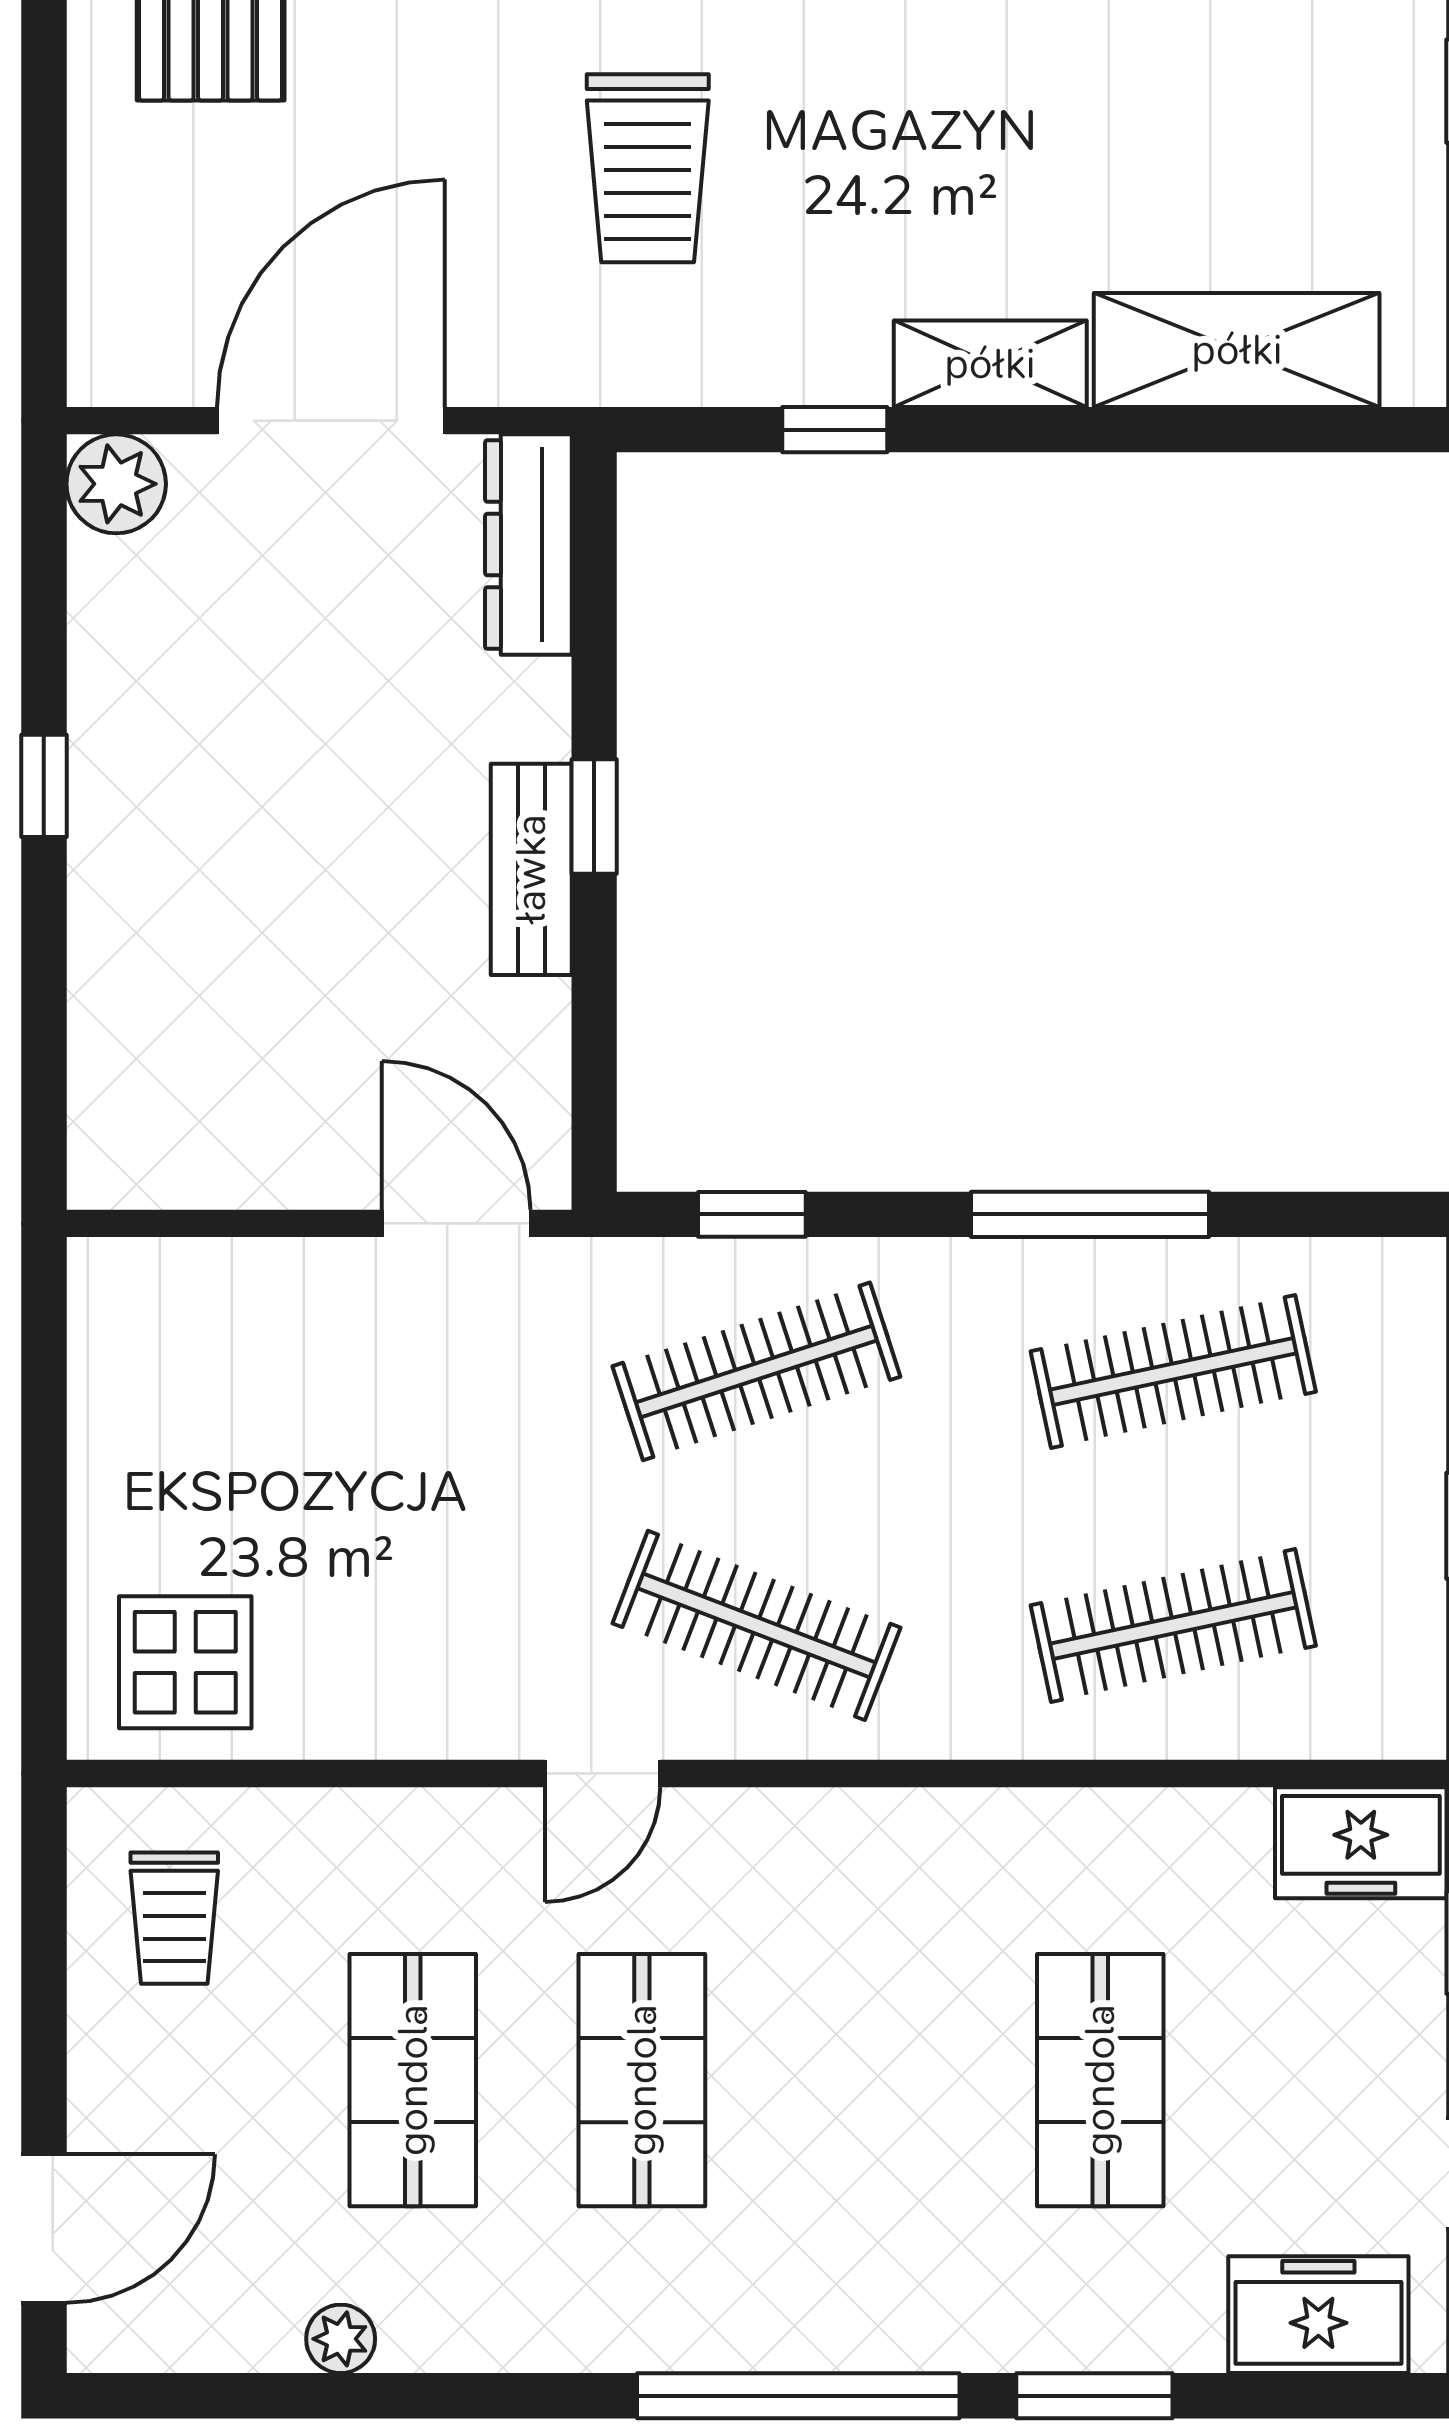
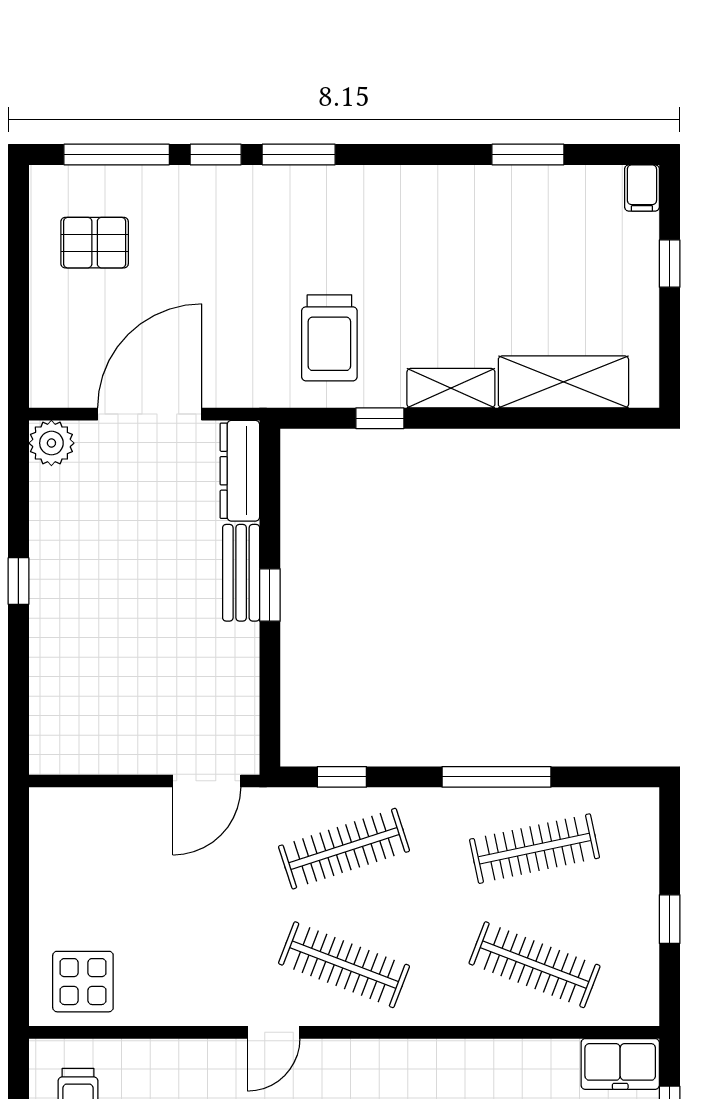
trolley: (648, 168) -> (329, 338), moved
bench: (531, 869) -> (241, 573), moved
door: (456, 1223) -> (207, 781), swing flipped
clothes rail: (1173, 1625) -> (534, 965), turned 33

